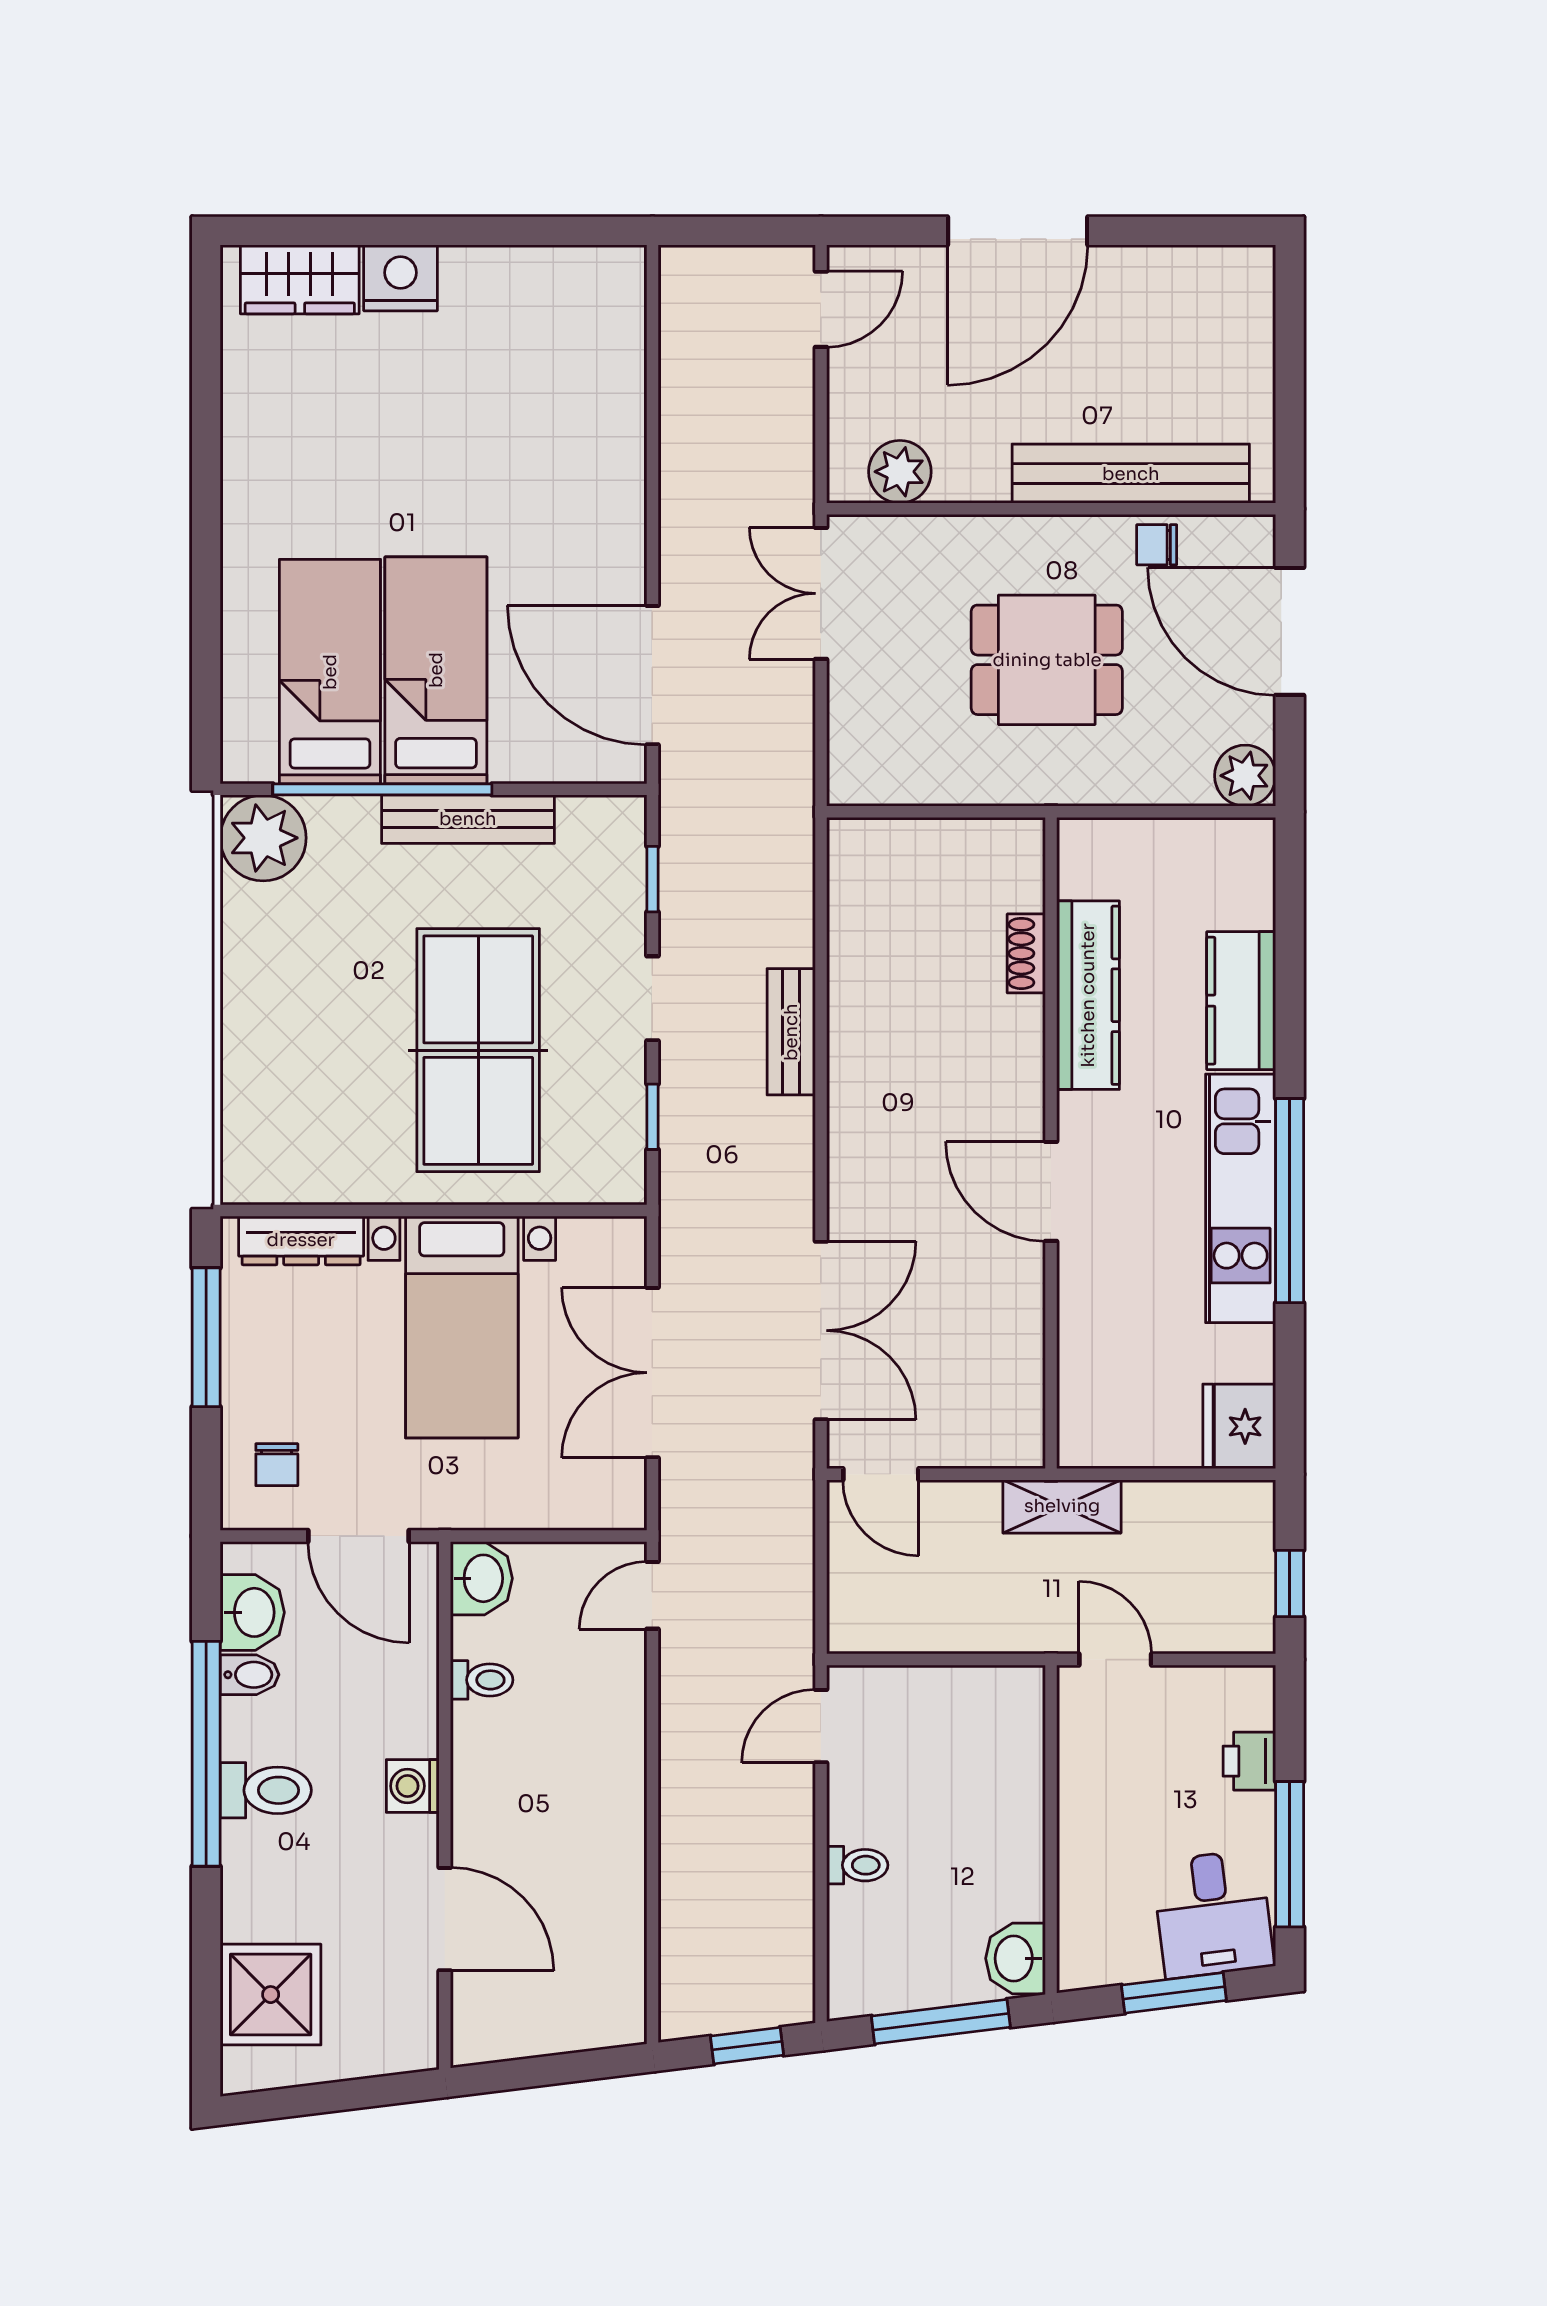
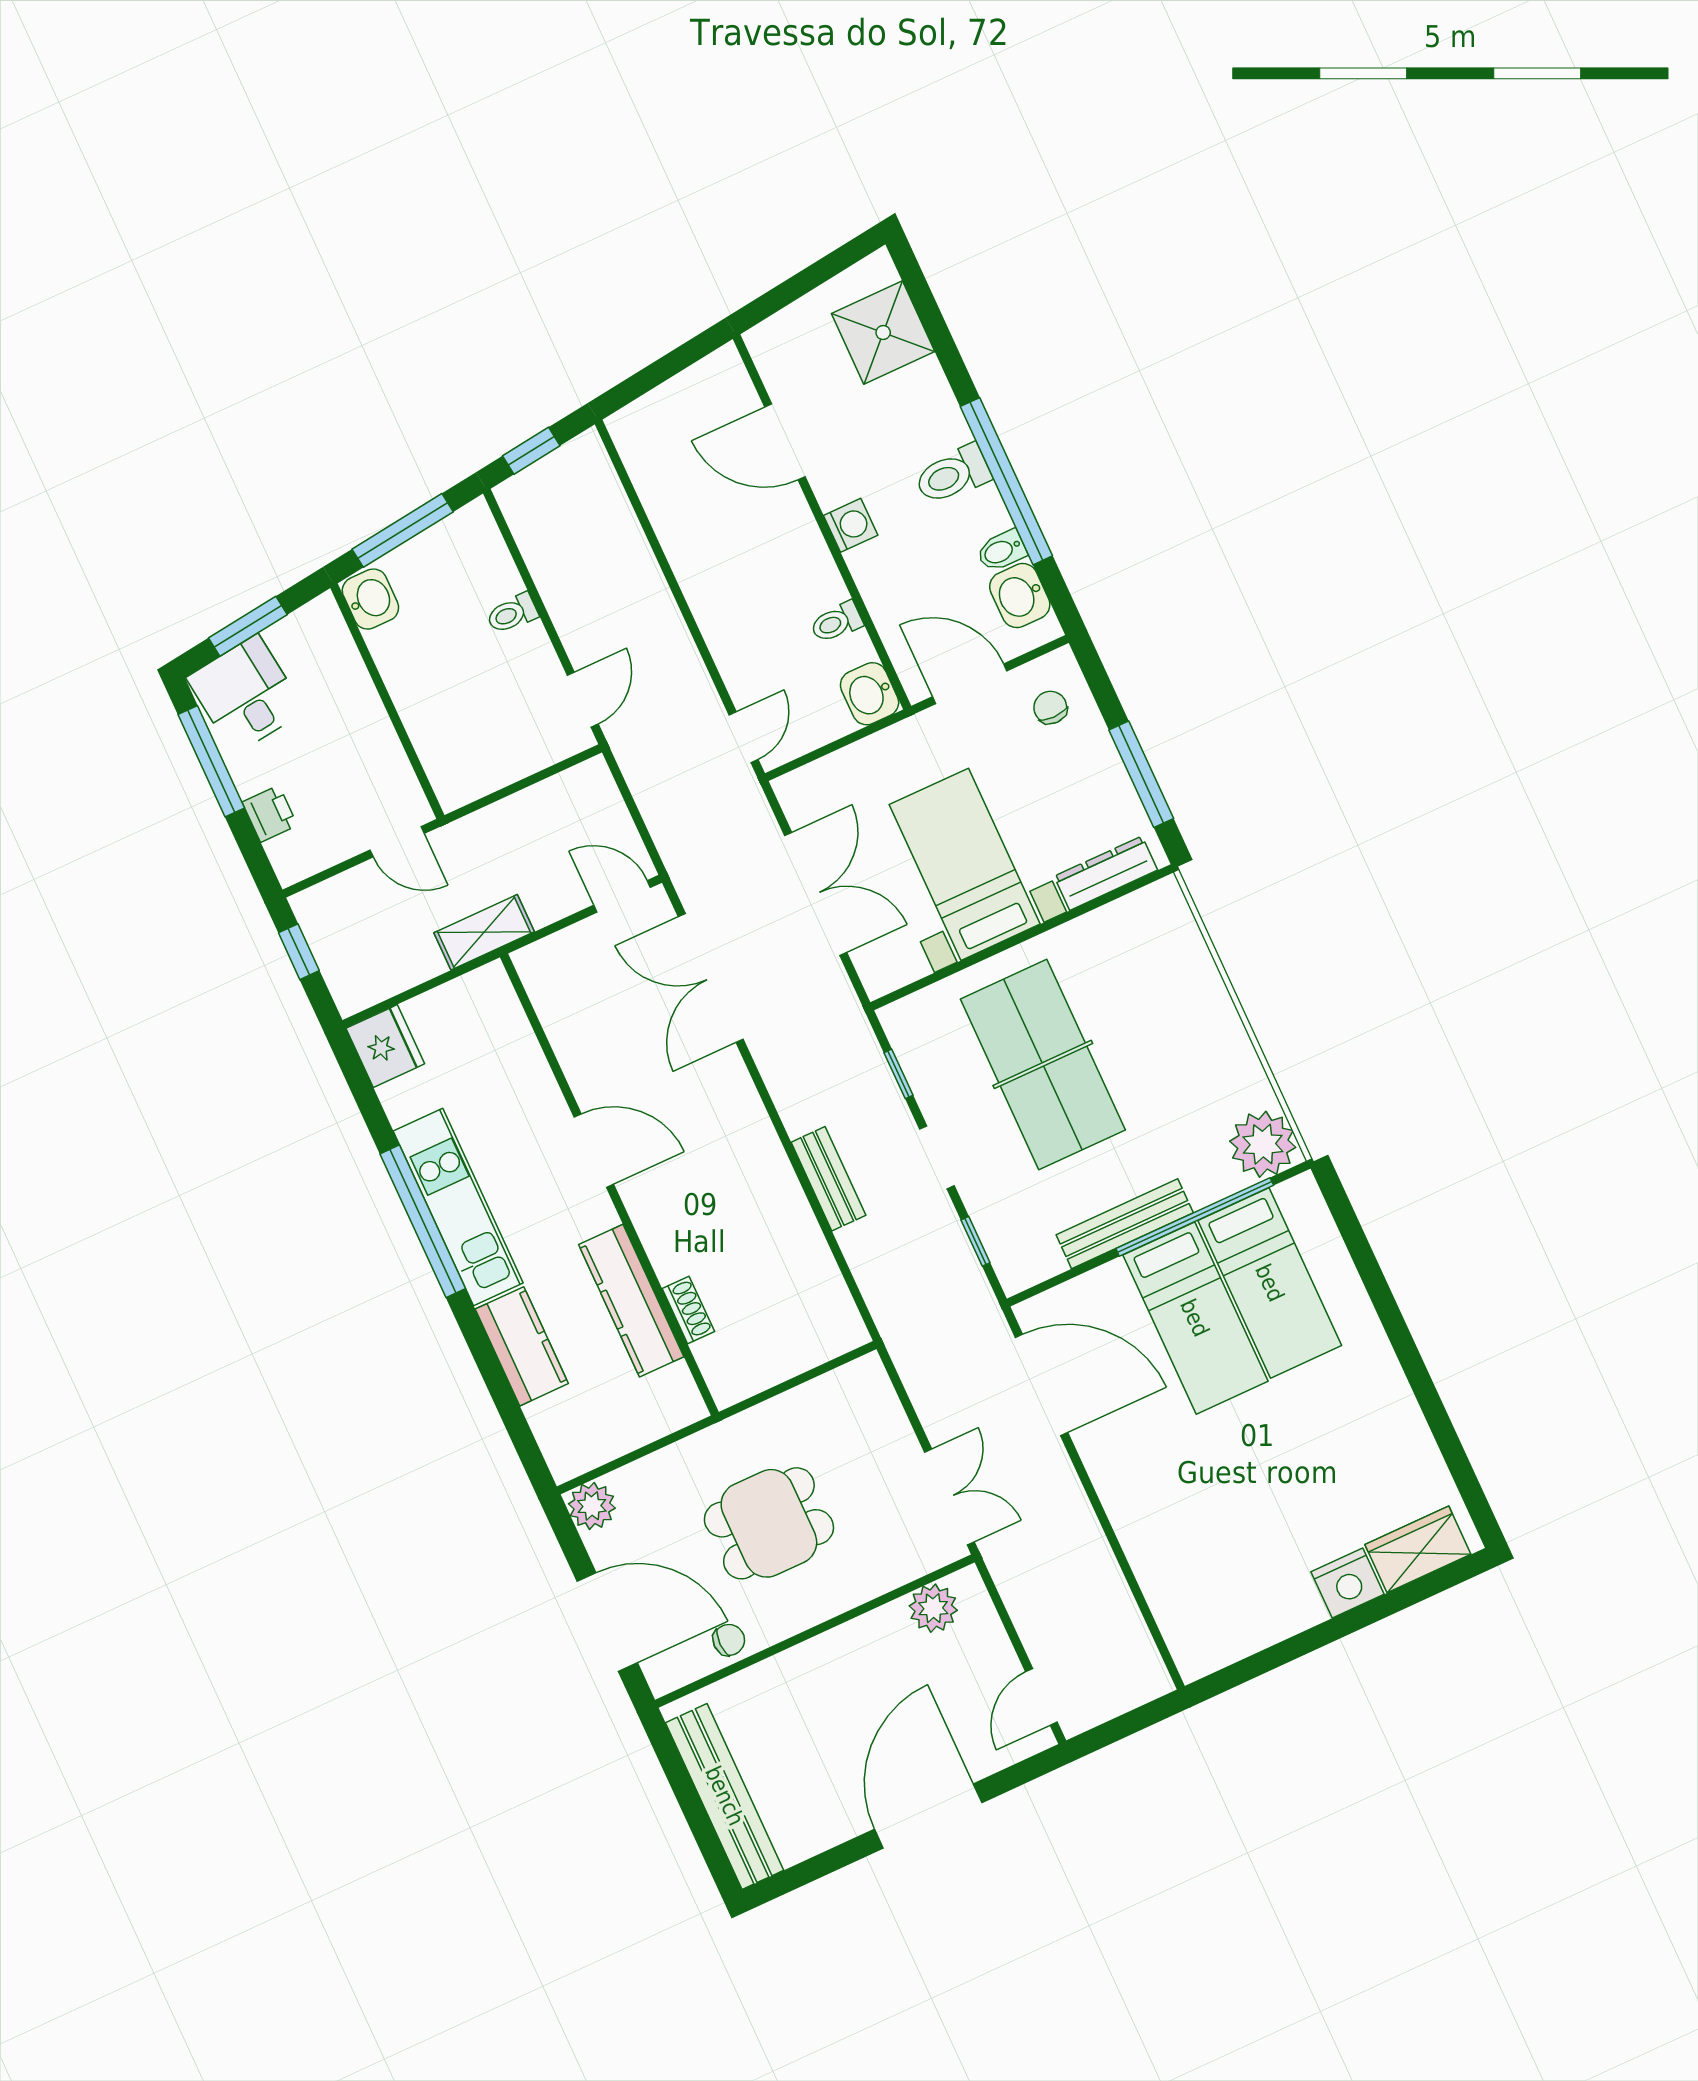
bench: (1131, 474) -> (725, 1796), moved, turned 90

